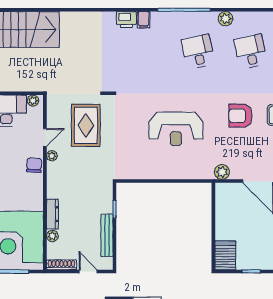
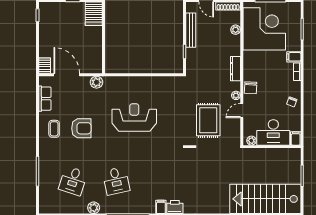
desk: (251, 52) -> (73, 181), turned 30
dresser: (52, 214) -> (235, 69), moved

